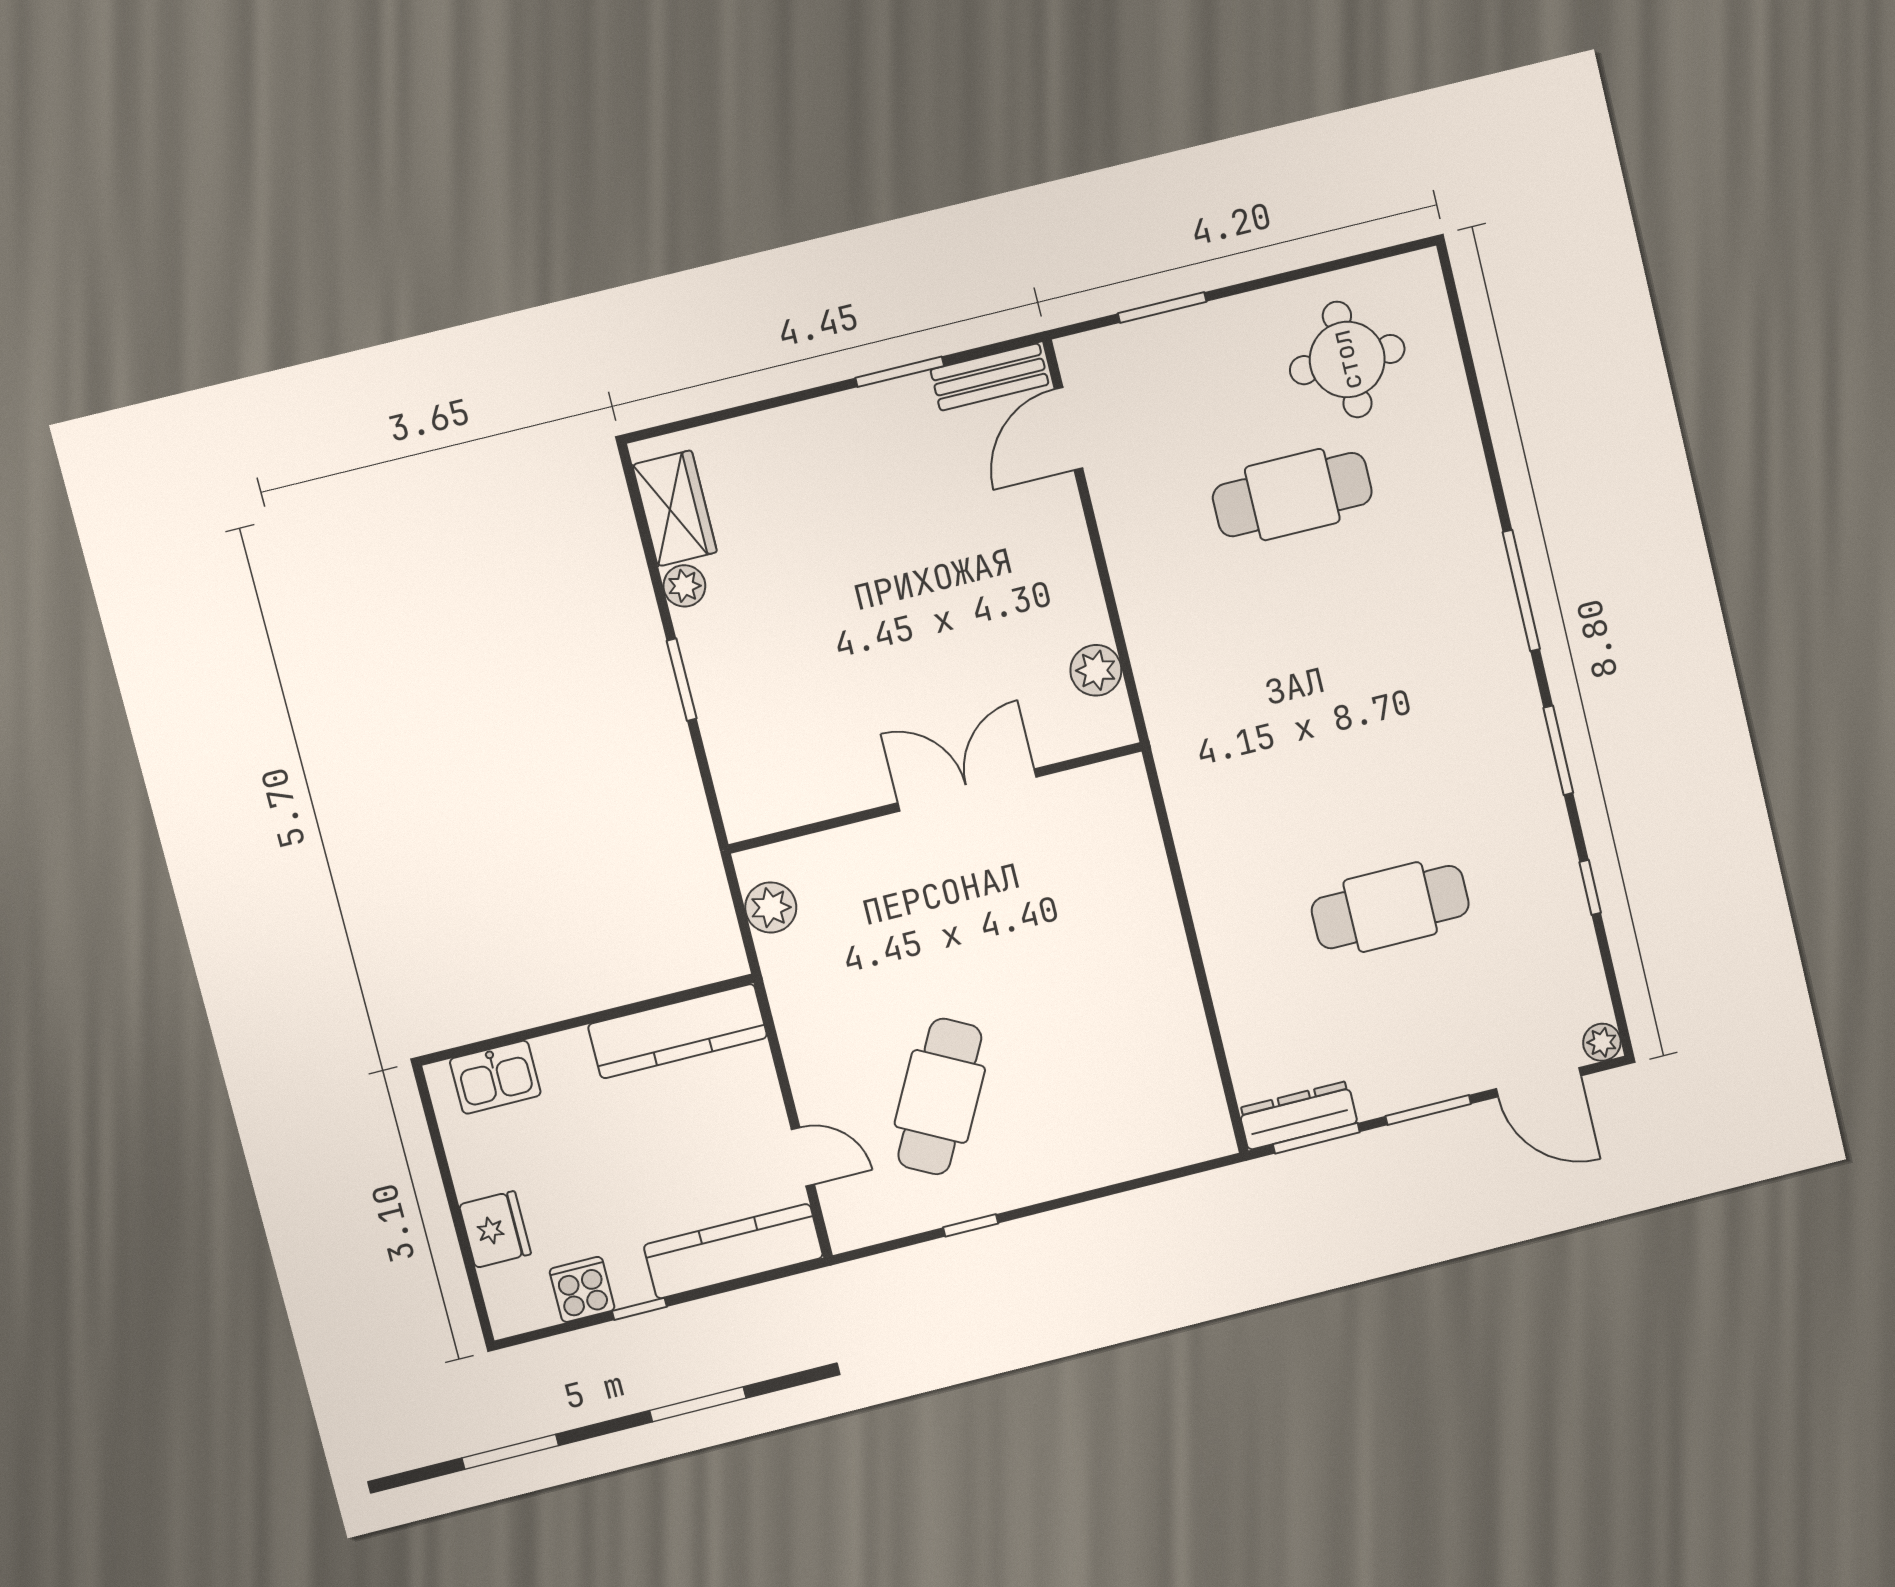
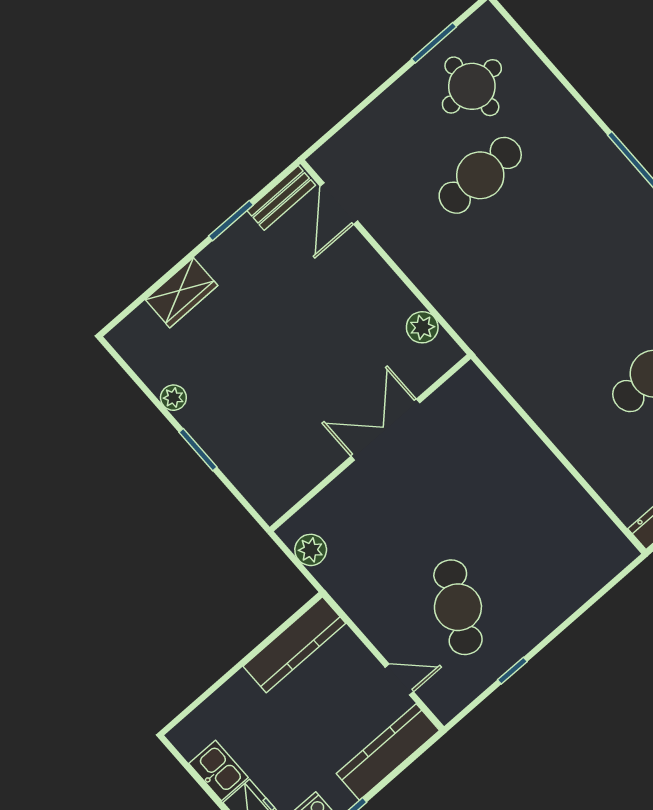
window: (1162, 308) -> (434, 43), moved
wardrobe: (675, 508) -> (181, 293), moved, turned 90
kitchen sink: (495, 1077) -> (219, 770), moved, turned -90

